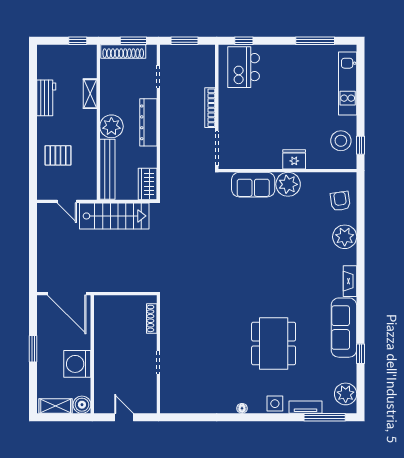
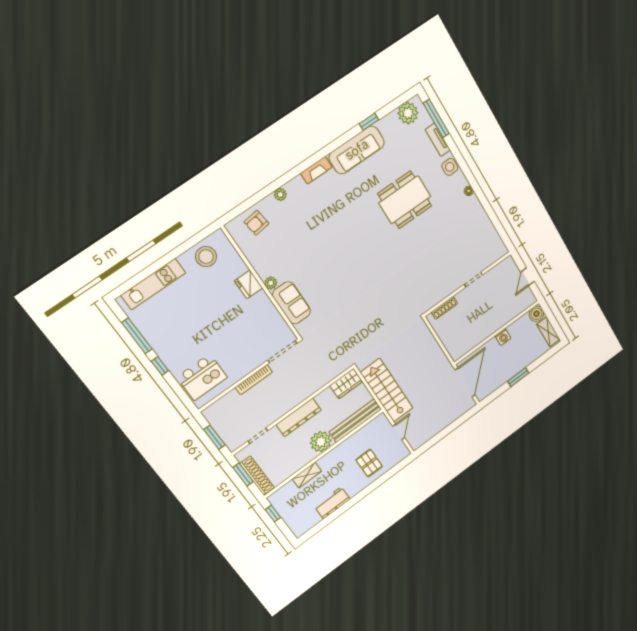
window: (244, 41) -> (160, 366), moved
window: (360, 145) -> (198, 238), removed
plant: (288, 184) -> (271, 283), width x0.53, depth x0.53
plant: (345, 237) -> (280, 194), width x0.53, depth x0.53
washing machine: (77, 364) -> (503, 337), width x0.53, depth x0.53

